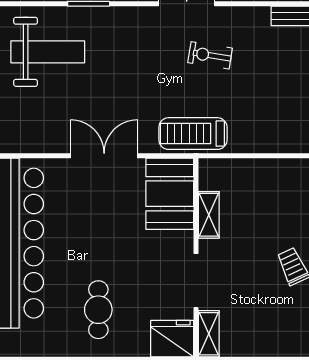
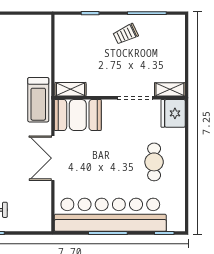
shelving: (209, 215) -> (70, 89), moved
cafe table: (98, 310) -> (154, 162), turned 90

